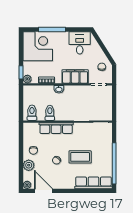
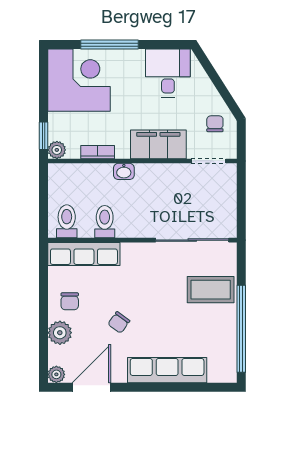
row of seats: (56, 128) -> (84, 254), moved
coffee table: (80, 157) -> (211, 290), moved
row of seats: (93, 183) -> (167, 370), moved
door: (44, 191) -> (91, 387), hinge flipped

